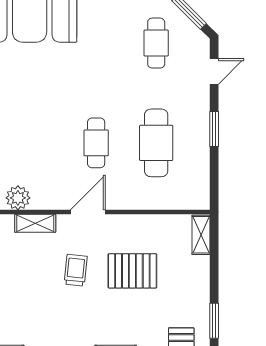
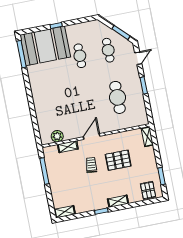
cafe table: (96, 143) -> (80, 56), moved

